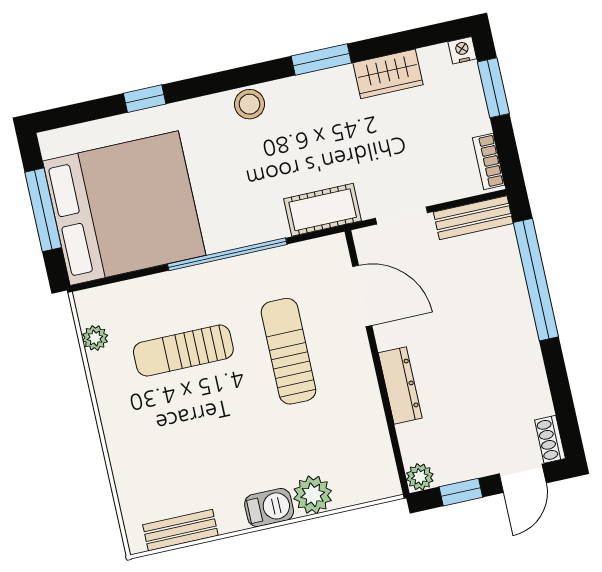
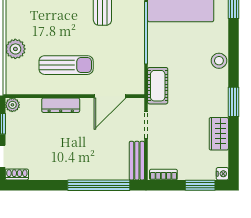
sun lounger: (289, 351) -> (66, 65), moved
barbecue: (269, 507) -> (14, 26), removed

